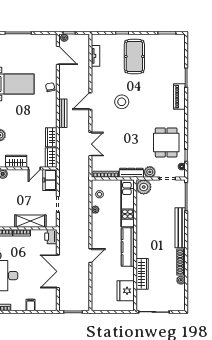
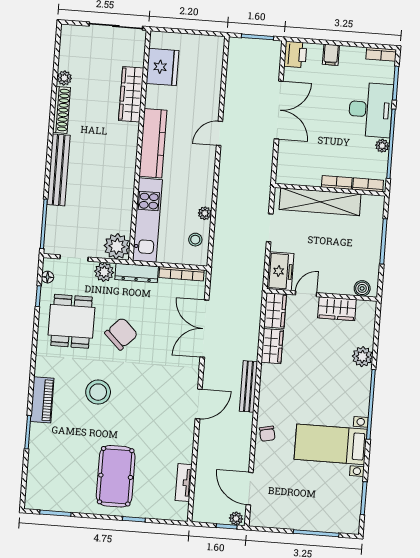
stool: (122, 102) -> (98, 392), moved
chair: (137, 138) -> (121, 334), added
double door: (90, 144) -> (204, 329), width x1.37
shelving: (30, 221) -> (320, 202), width x1.47
printer: (51, 237) -> (295, 54), moved

